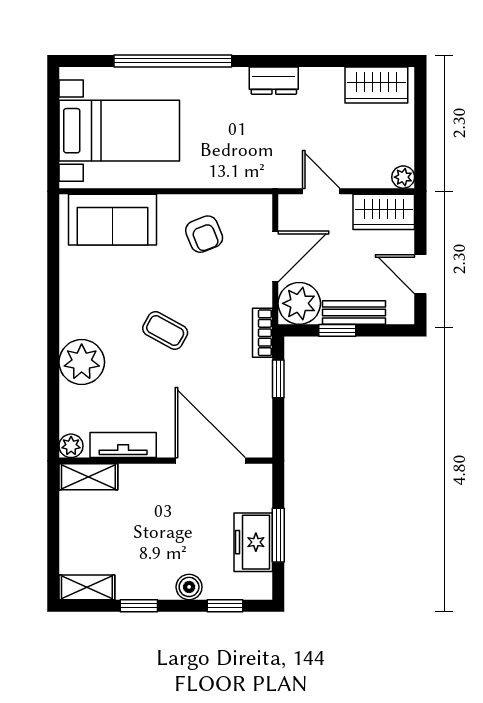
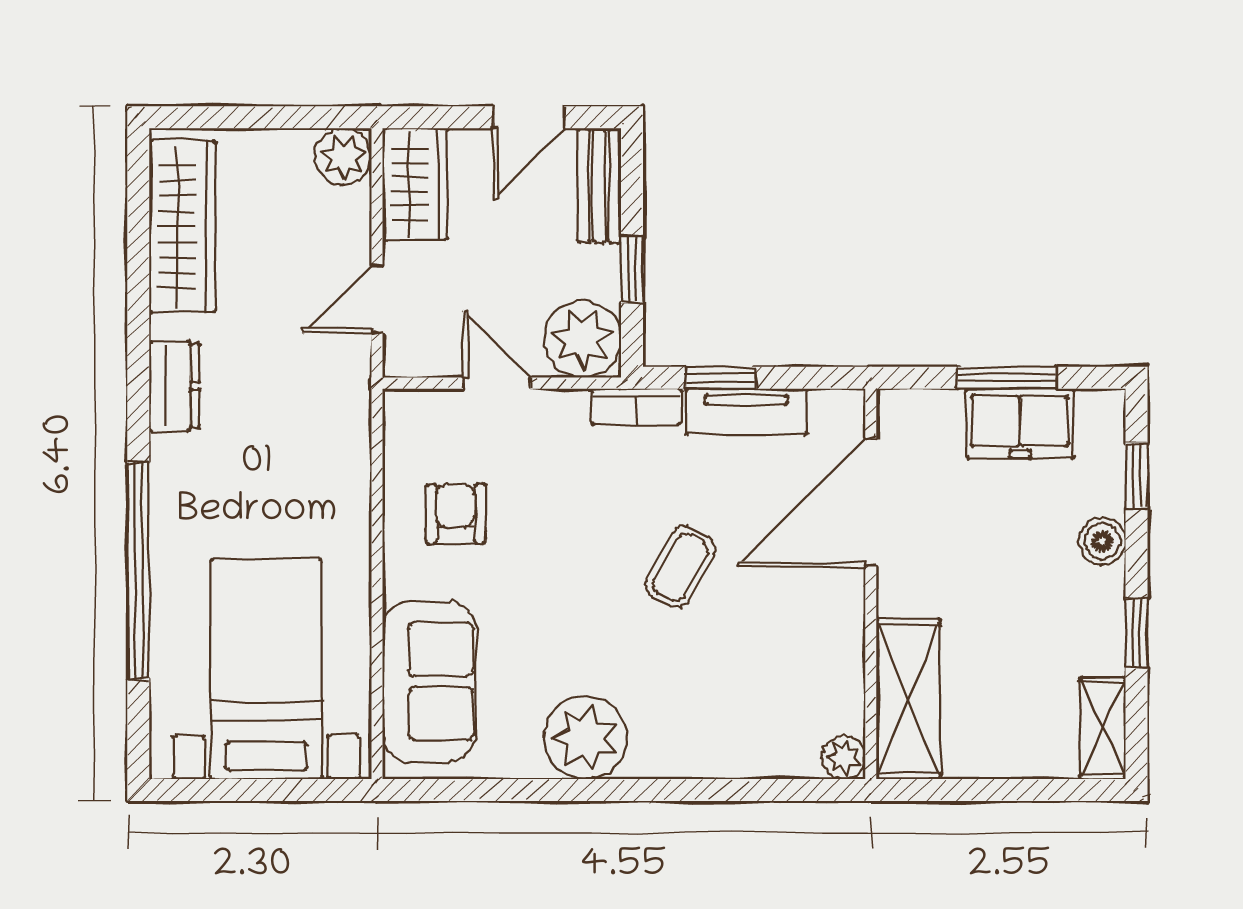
wardrobe: (376, 85) -> (182, 227), width x1.50
plant: (403, 177) -> (343, 156), width x1.38, depth x1.38
armchair: (204, 234) -> (456, 514), turned -68
door: (275, 257) -> (497, 383), width x0.73
bench: (354, 313) -> (599, 186), moved
coffee table: (165, 330) -> (680, 567), moved
plant: (82, 362) -> (586, 738), moved
tv unit: (123, 445) -> (746, 412), moved, turned -90
shelving: (88, 477) -> (908, 699), width x1.50, depth x1.33

